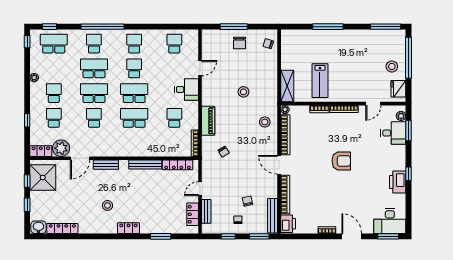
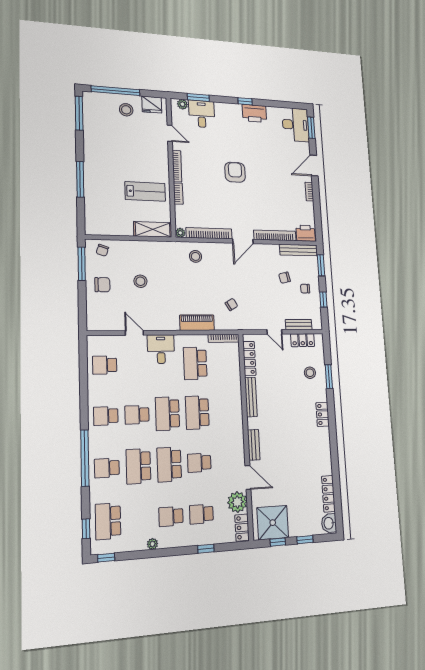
window: (234, 27) -> (82, 264), moved
stool: (243, 92) -> (140, 281), moved
school desk: (174, 118) -> (195, 363), width x1.85
stool: (107, 205) -> (310, 373), moved

